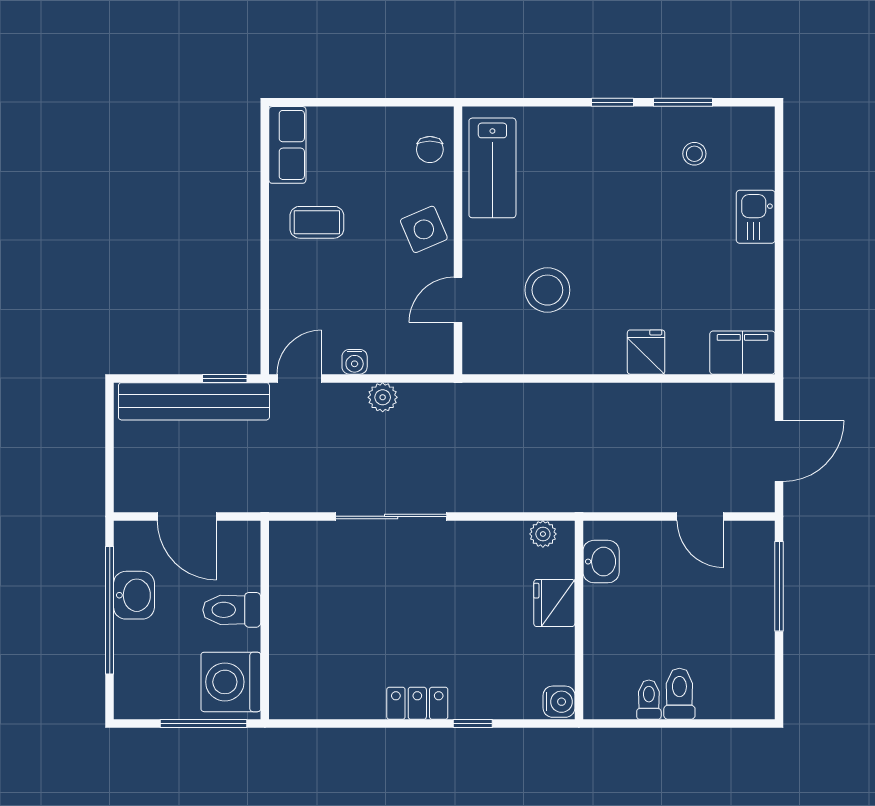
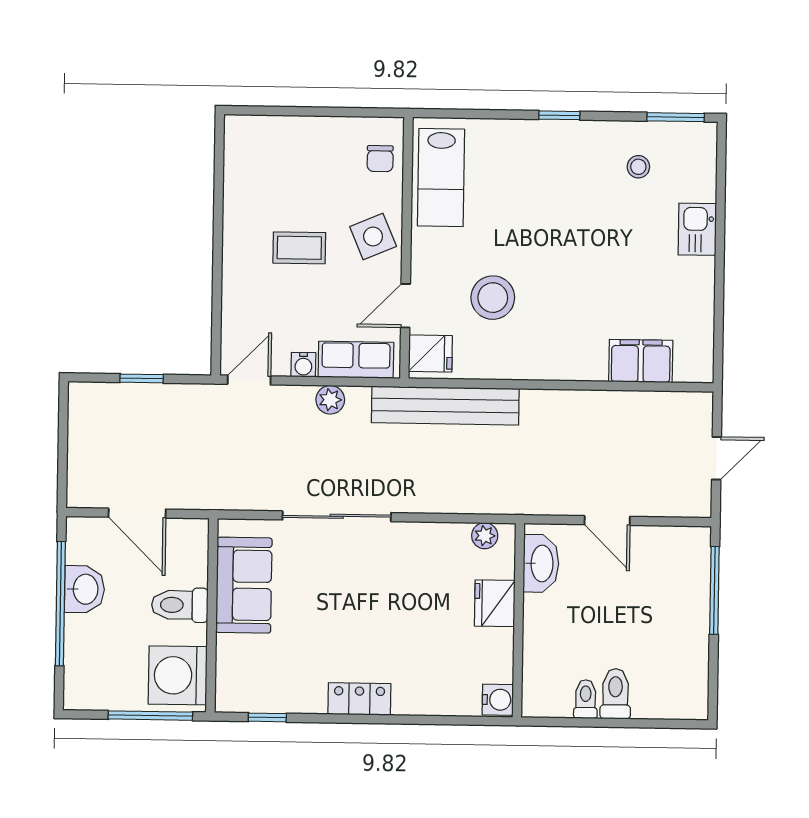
window: (683, 102) -> (676, 117), moved
row of seats: (287, 145) -> (356, 360), moved, turned -90
coffee table: (317, 222) -> (299, 248), moved
fridge: (646, 352) -> (430, 354), moved, turned 90
filing cabinet: (742, 353) -> (641, 361), moved
window: (225, 378) -> (142, 378), moved
bench: (194, 401) -> (445, 406), moved
door: (779, 451) -> (716, 458), width x0.73
door: (700, 516) -> (607, 521), moved
washbasin: (601, 562) -> (541, 563), width x1.38
sofa: (297, 589) -> (244, 585), added
window: (473, 724) -> (267, 717), moved

